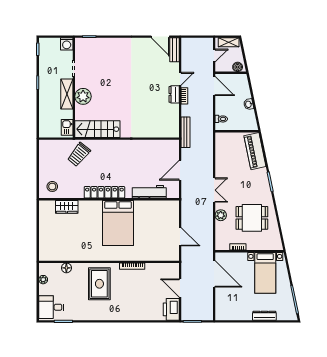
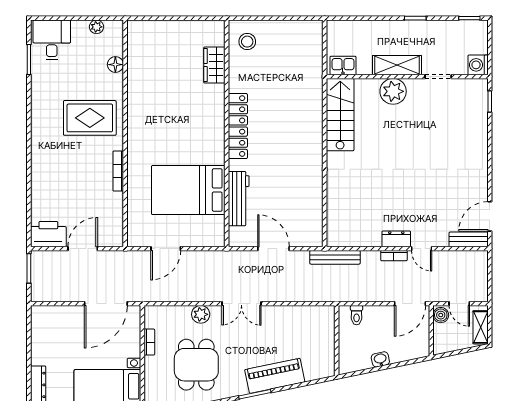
boiler: (238, 67) -> (441, 315), moved
piano: (255, 151) -> (275, 376), moved
trolley: (79, 154) -> (299, 85), removed
bed: (118, 223) -> (188, 190), moved

